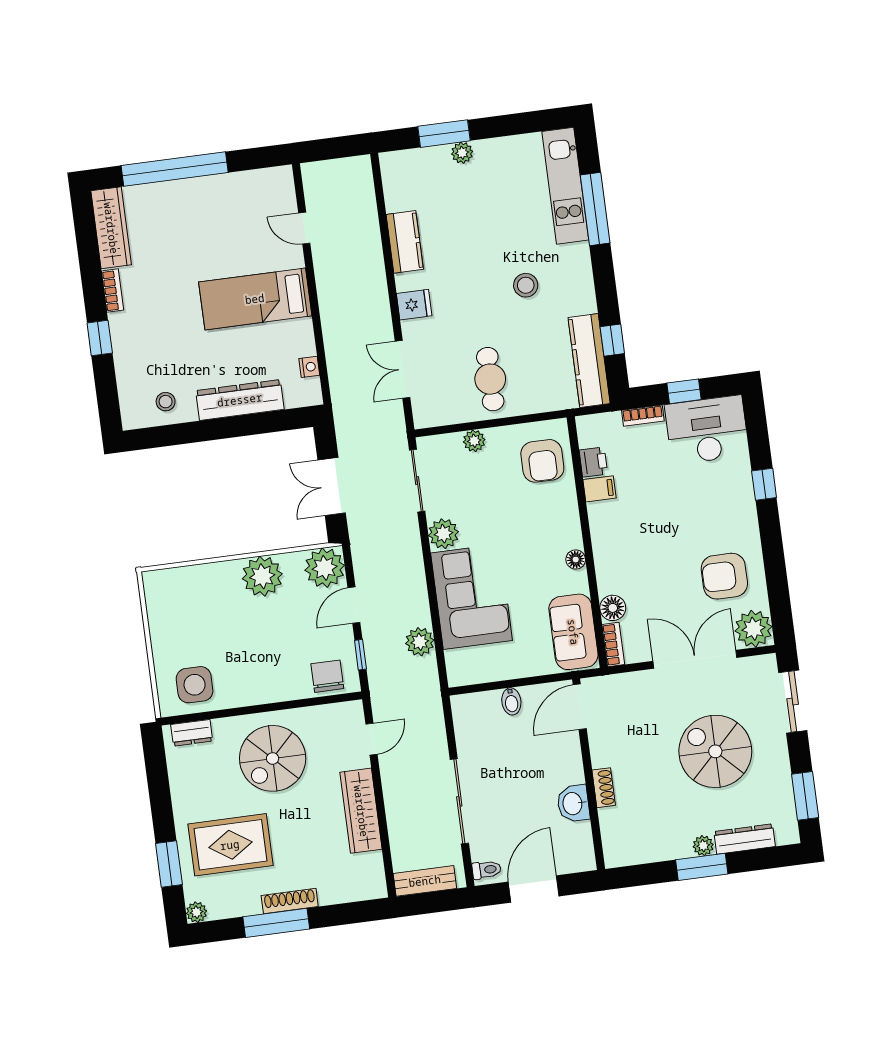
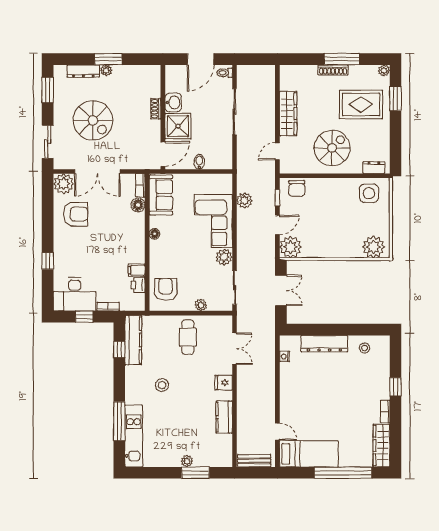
bed: (255, 299) -> (309, 454), moved
plant: (262, 576) -> (374, 247), moved
shower: (559, 761) -> (178, 126), added
bench: (425, 881) -> (254, 461), moved

